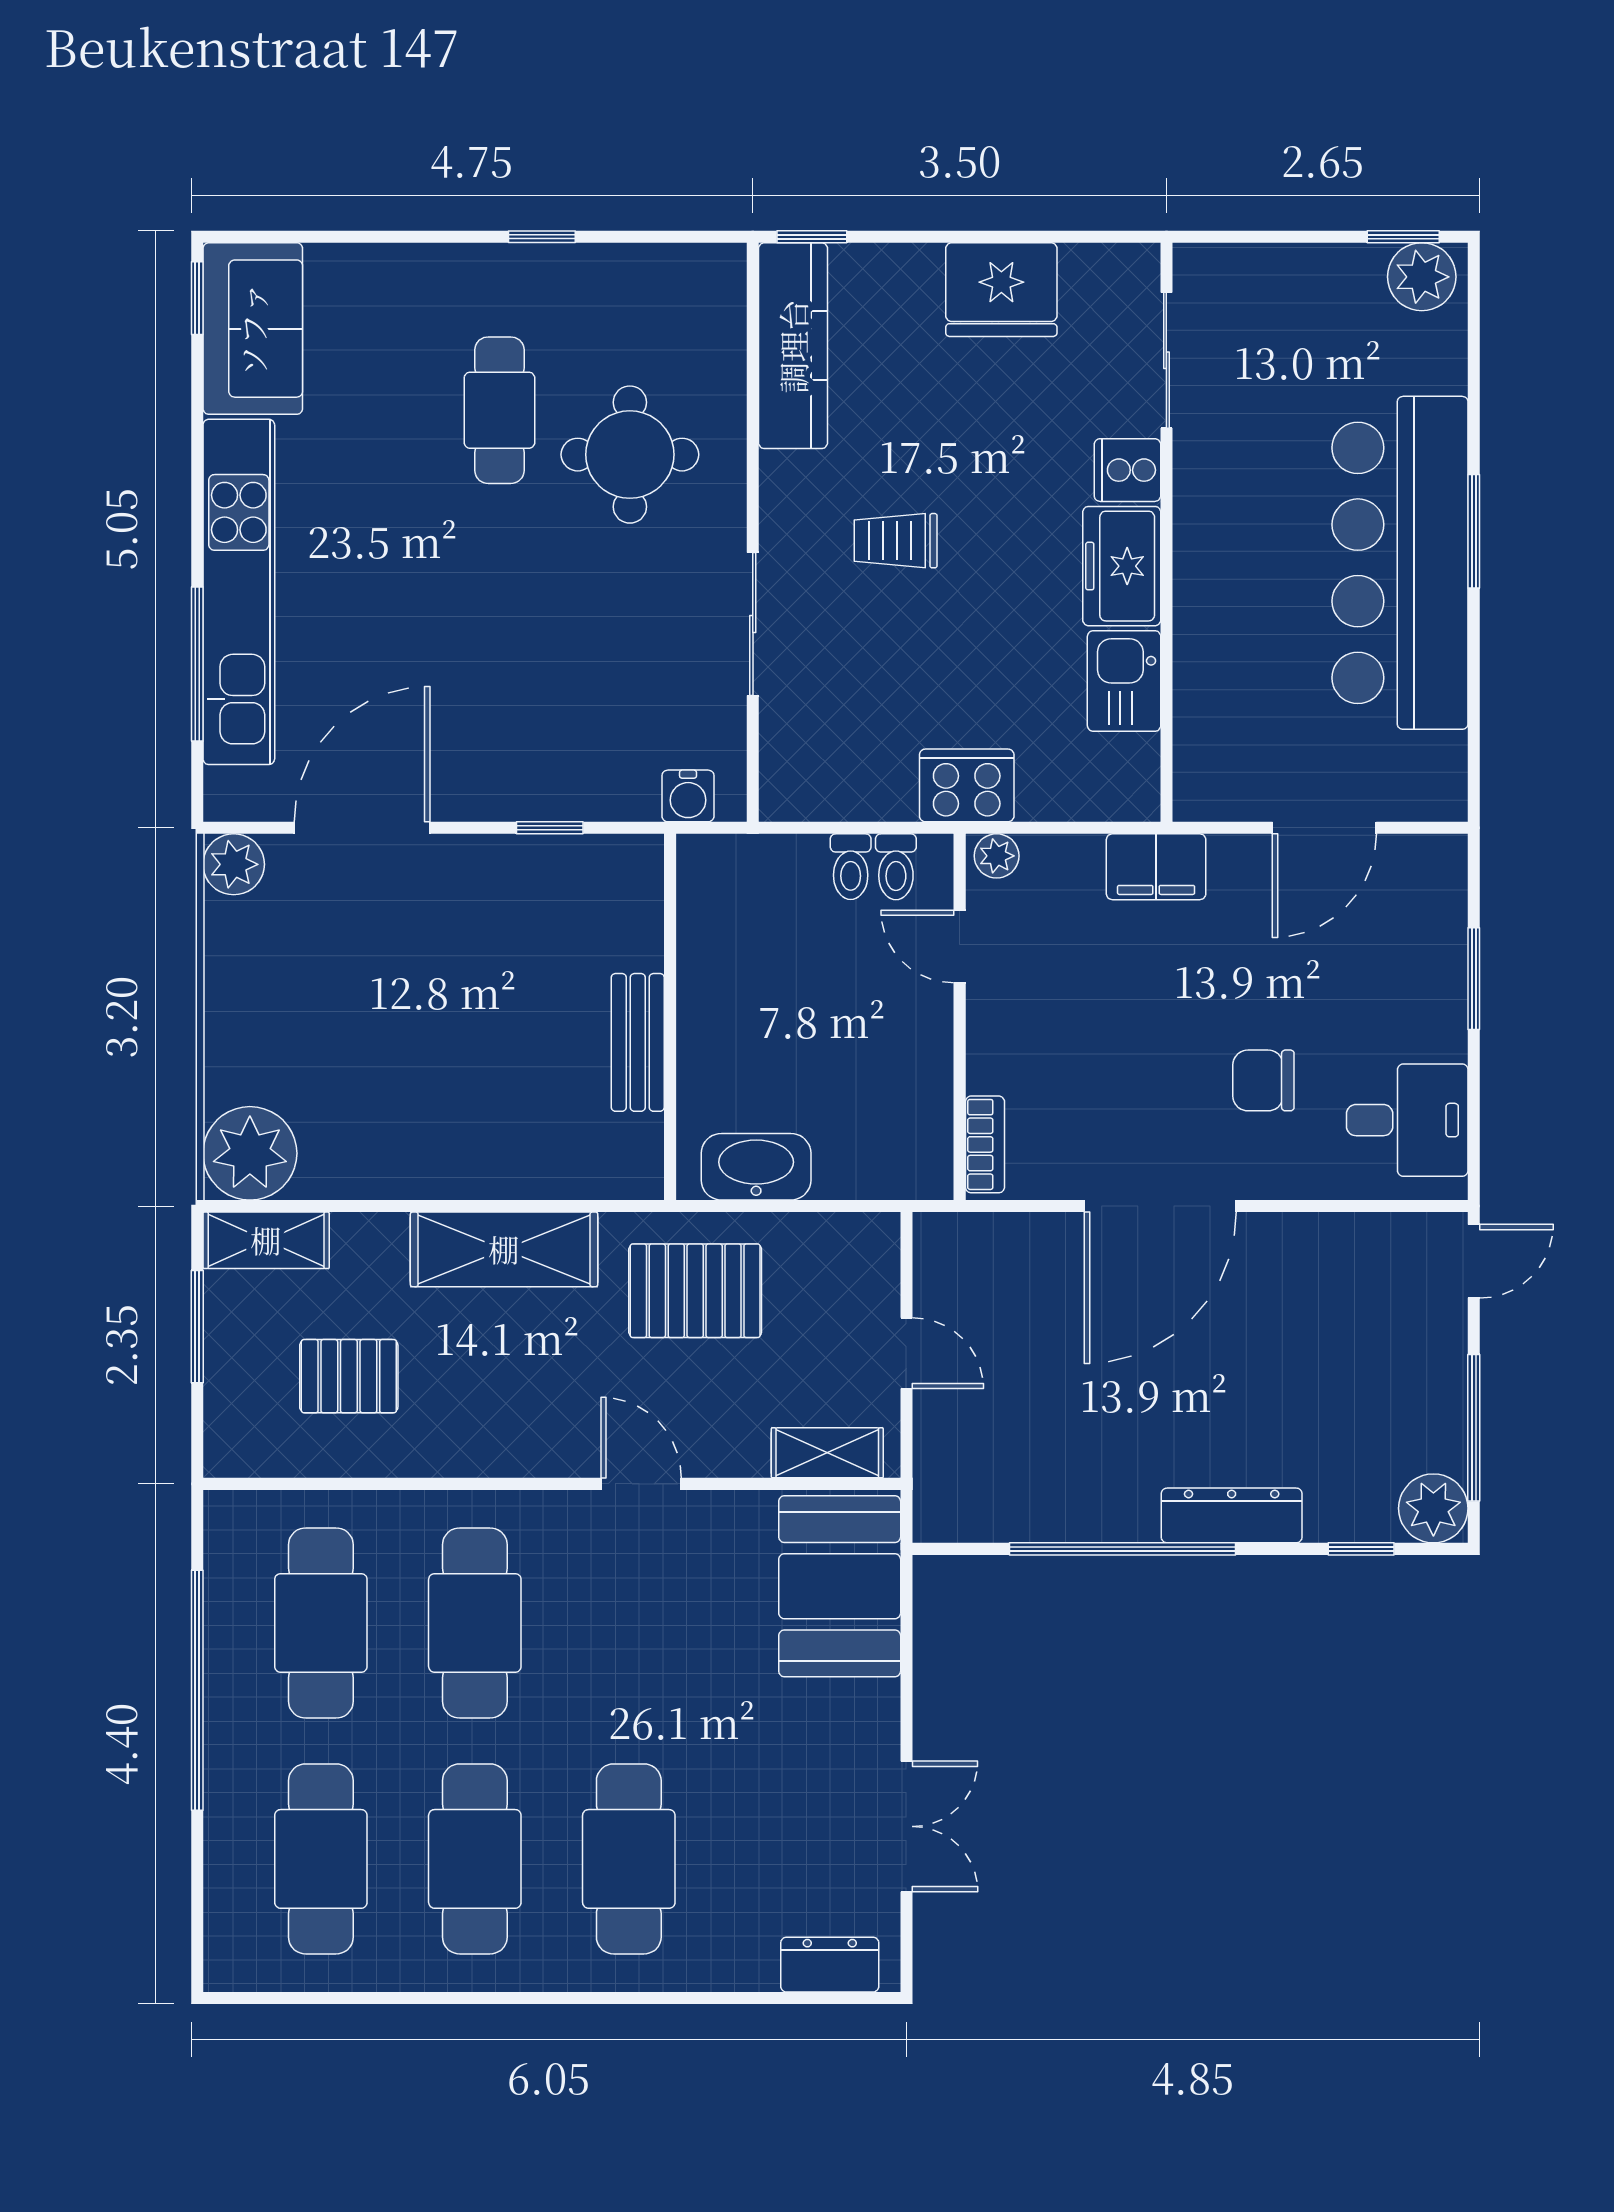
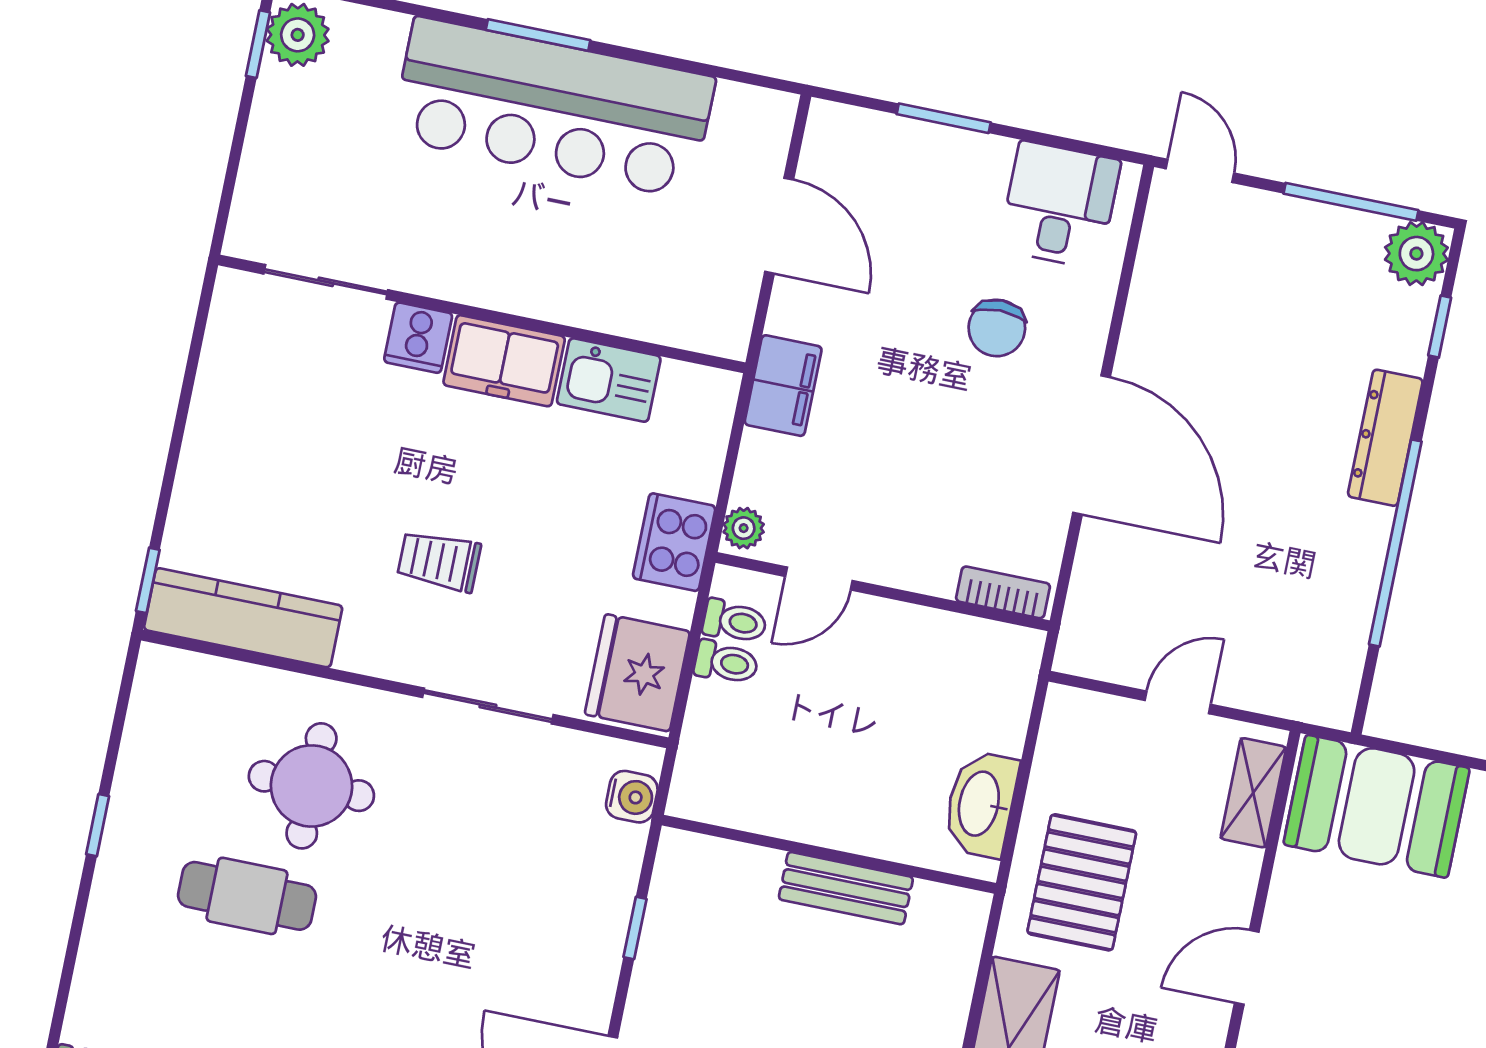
fridge: (1001, 290) -> (637, 673), moved, turned 180
trolley: (896, 541) -> (439, 561), turned 90

